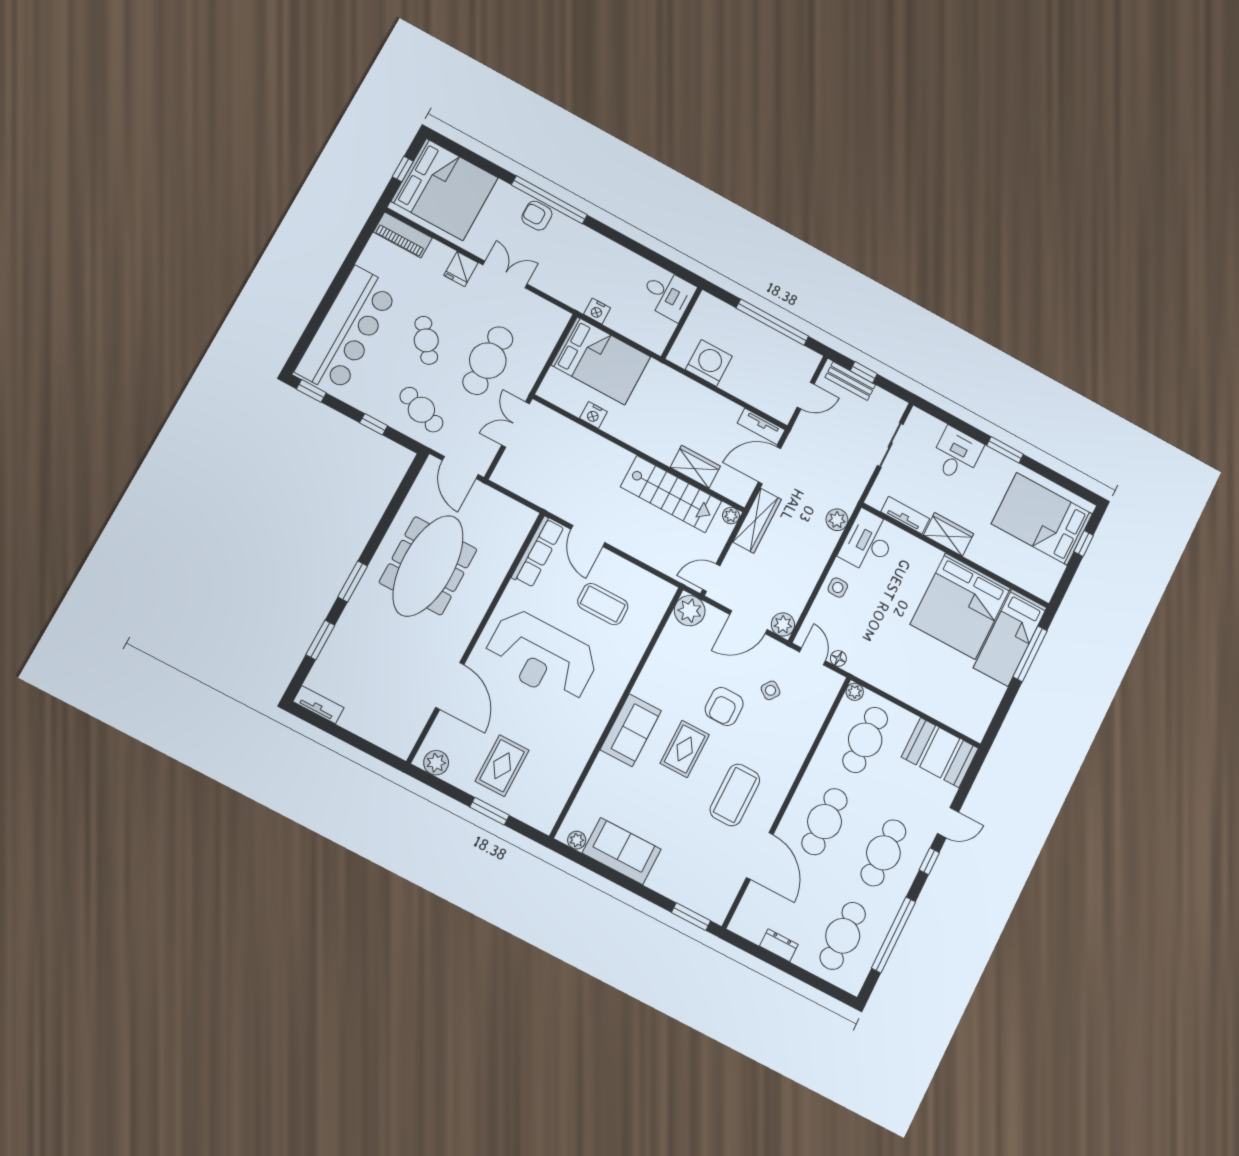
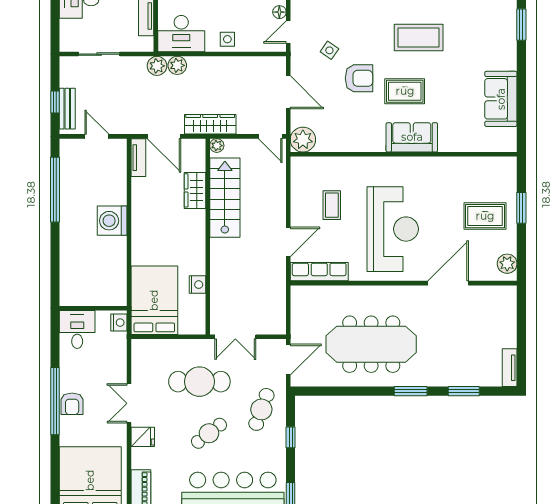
desk: (668, 294) -> (77, 329), moved
wall: (682, 323) -> (93, 308), moved
coffee table: (603, 604) -> (332, 205), width x0.73, depth x0.77
plant: (783, 624) -> (157, 66), moved
plant: (577, 840) -> (510, 135), removed

